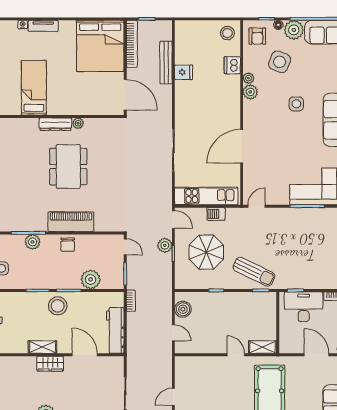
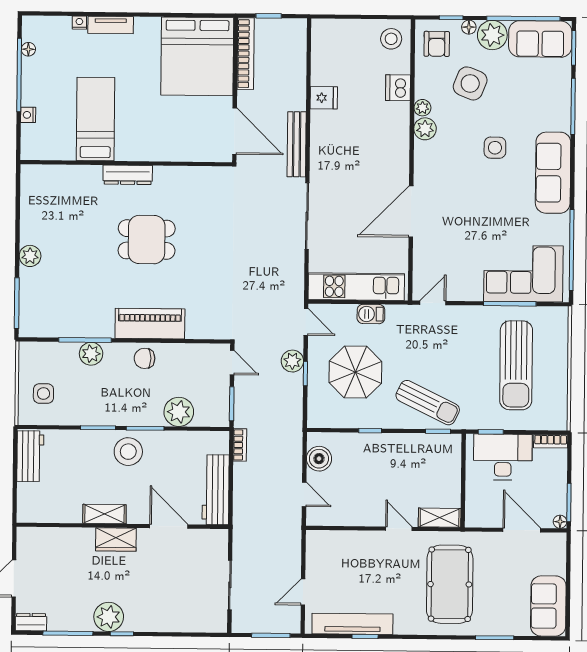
bench: (166, 63) -> (297, 144), moved
plant: (78, 123) -> (162, 174), removed
dining table: (68, 167) -> (147, 240), width x0.73
chair: (68, 245) -> (145, 358), turned 90
sun lounger: (312, 247) -> (516, 365), added

